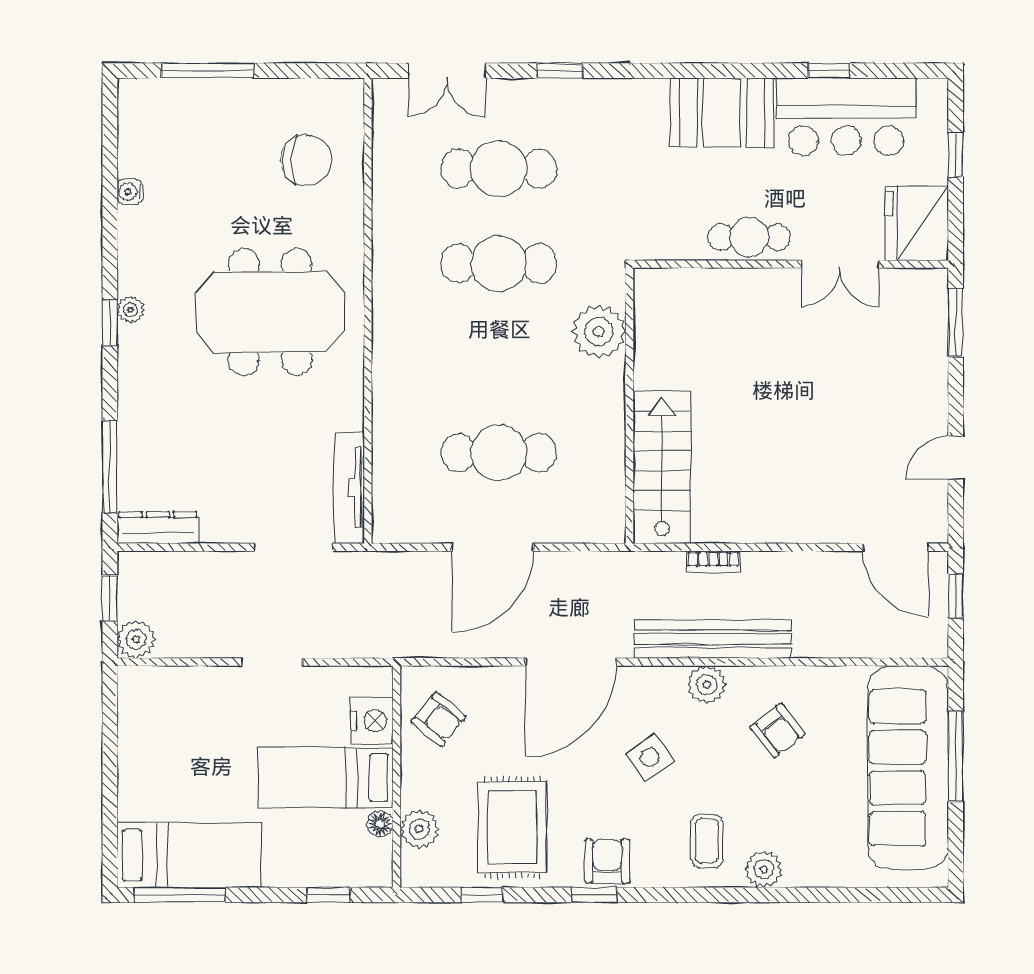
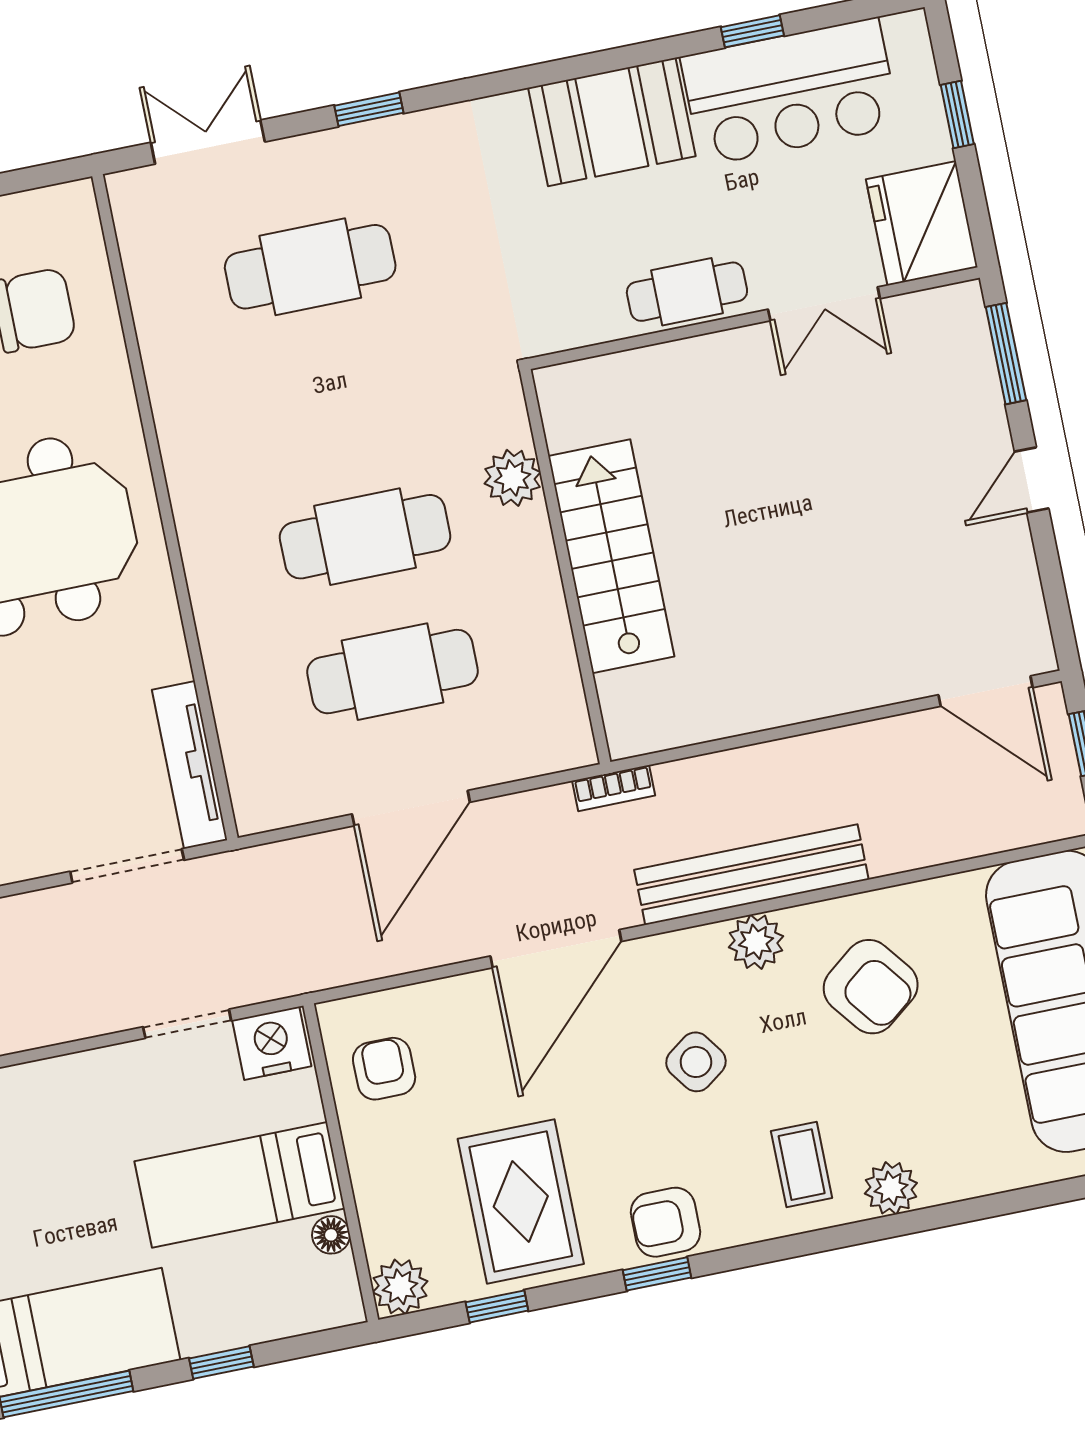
double door: (447, 71) -> (208, 142), swing flipped
cafe table: (499, 263) -> (365, 537), moved
plant: (599, 331) -> (513, 478), width x0.73, depth x0.73
door: (956, 458) -> (1032, 480), moved
stairs: (662, 467) -> (611, 556), moved
bookcase: (713, 562) -> (614, 788), moved
doorway: (272, 662) -> (187, 1024), moved
armchair: (439, 719) -> (384, 1069), turned -129
nightstand: (372, 721) -> (272, 1043), moved, turned -90
armchair: (778, 731) -> (871, 987), width x1.38, depth x1.38
plant: (419, 829) -> (400, 1287), moved
armchair: (607, 861) -> (666, 1222), turned -90
window: (329, 895) -> (221, 1363), moved

